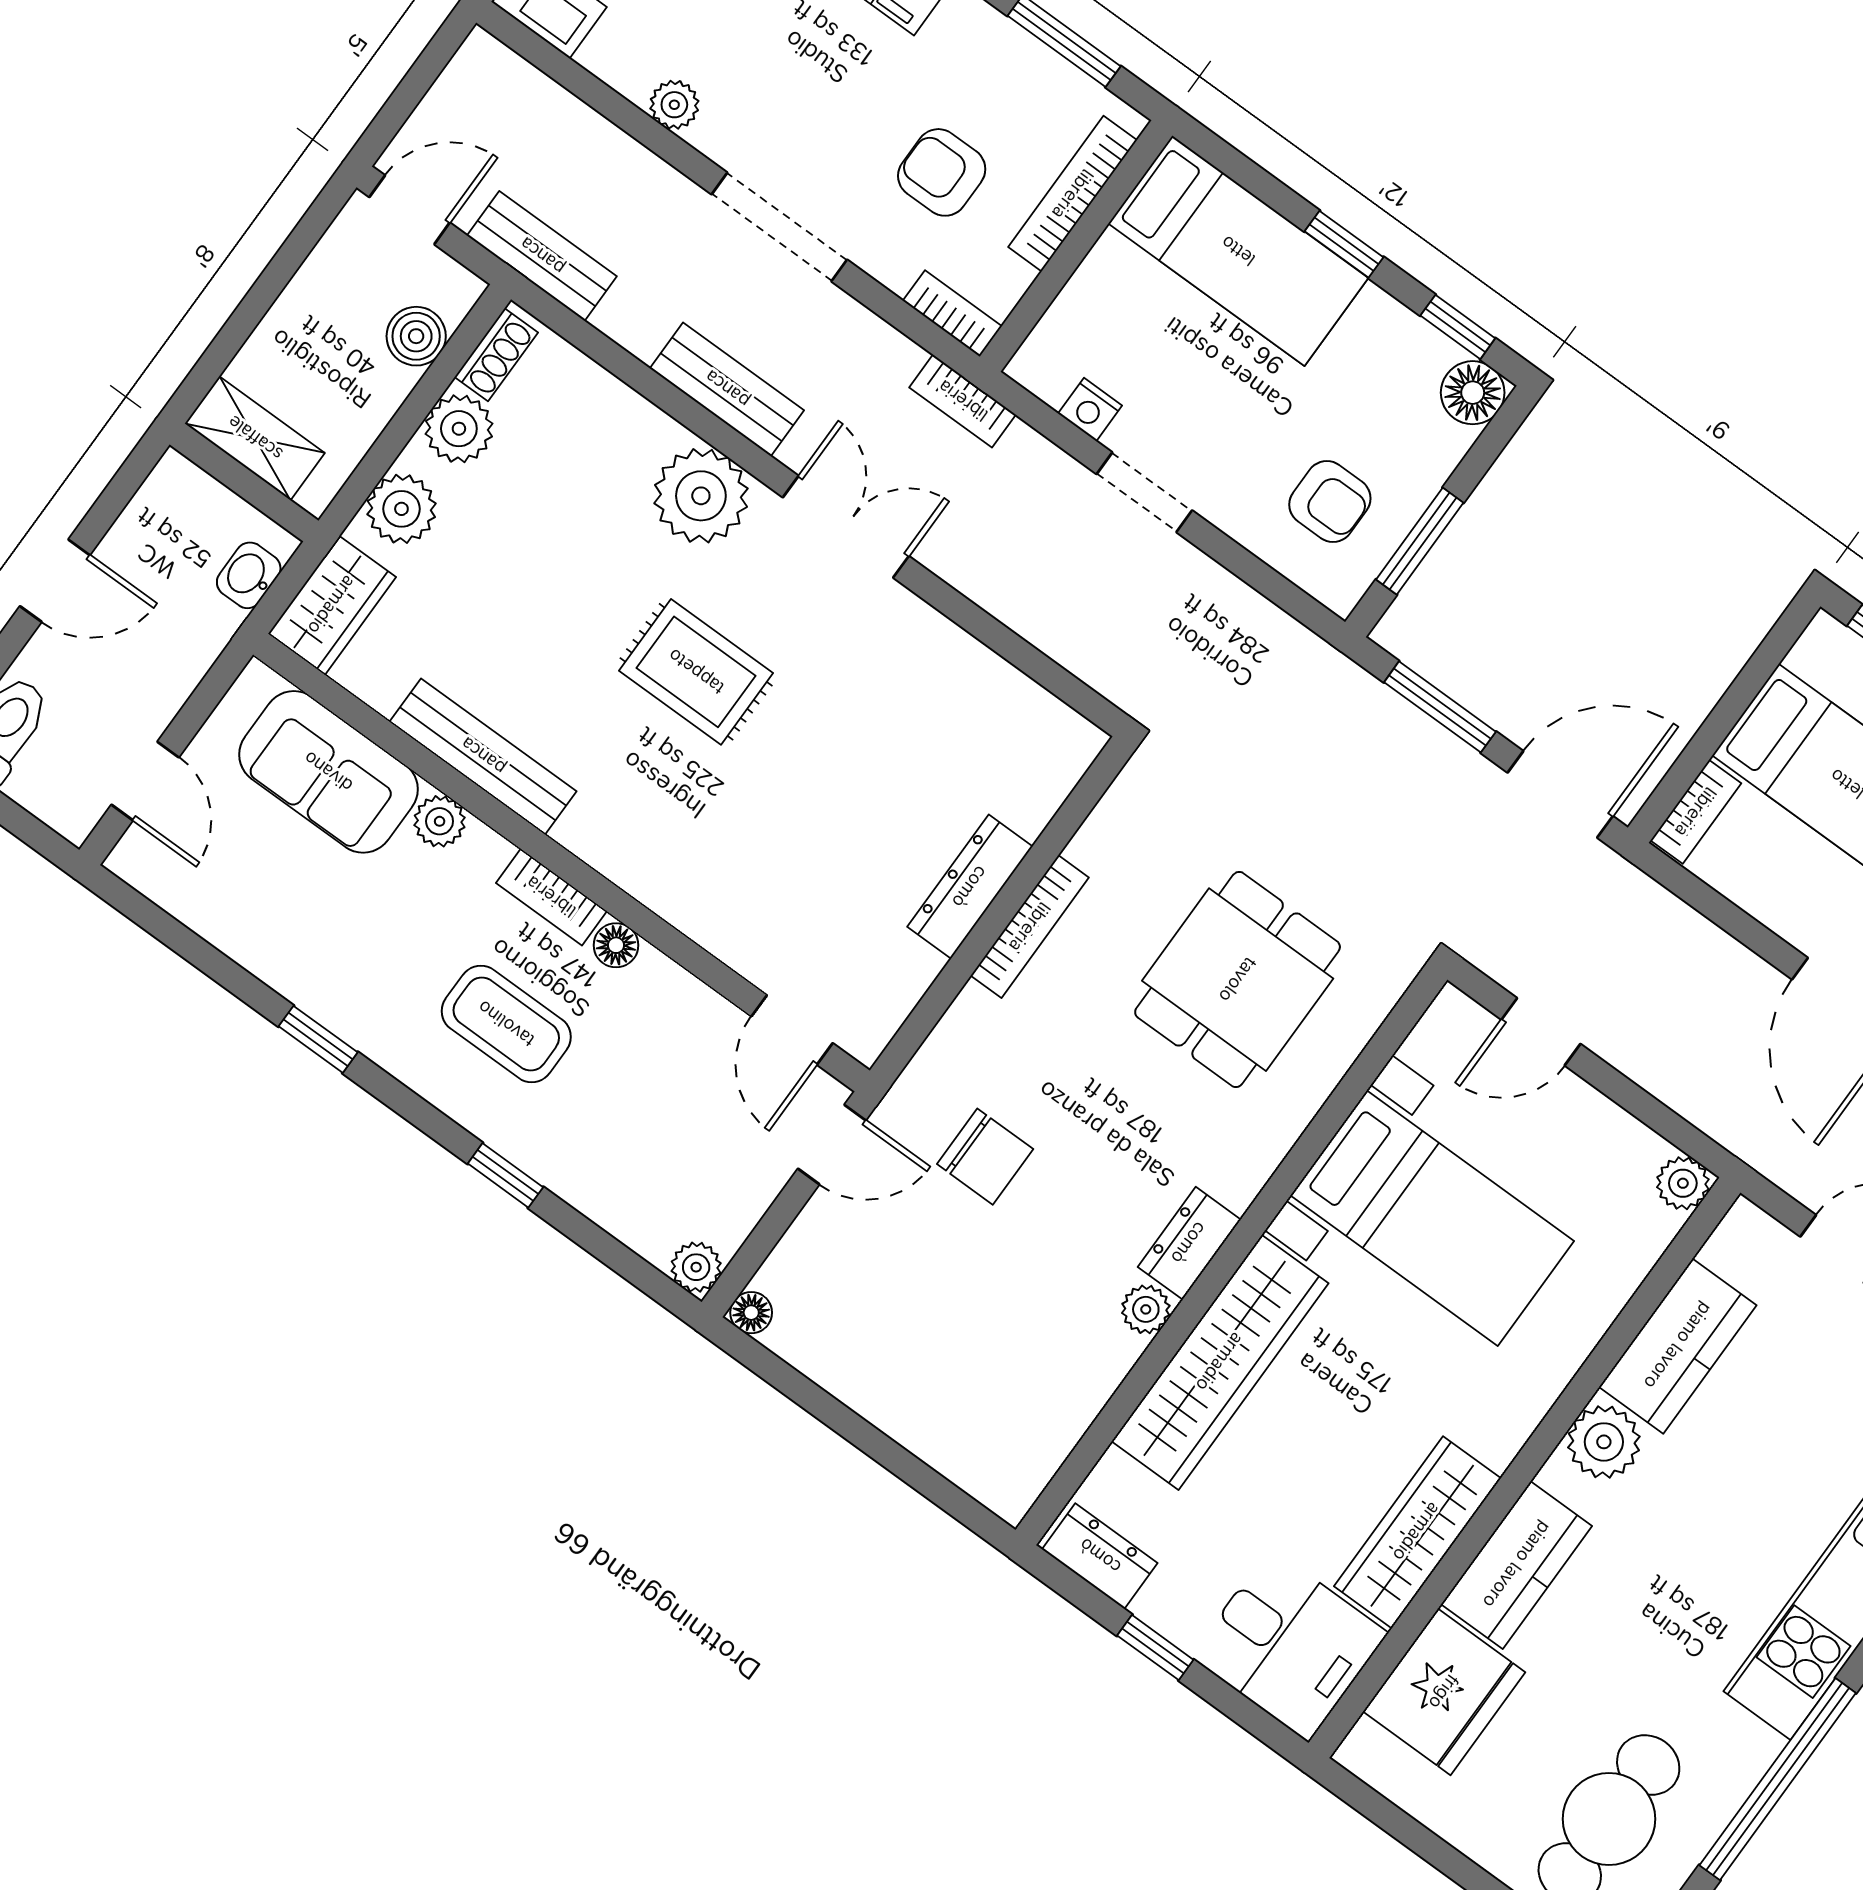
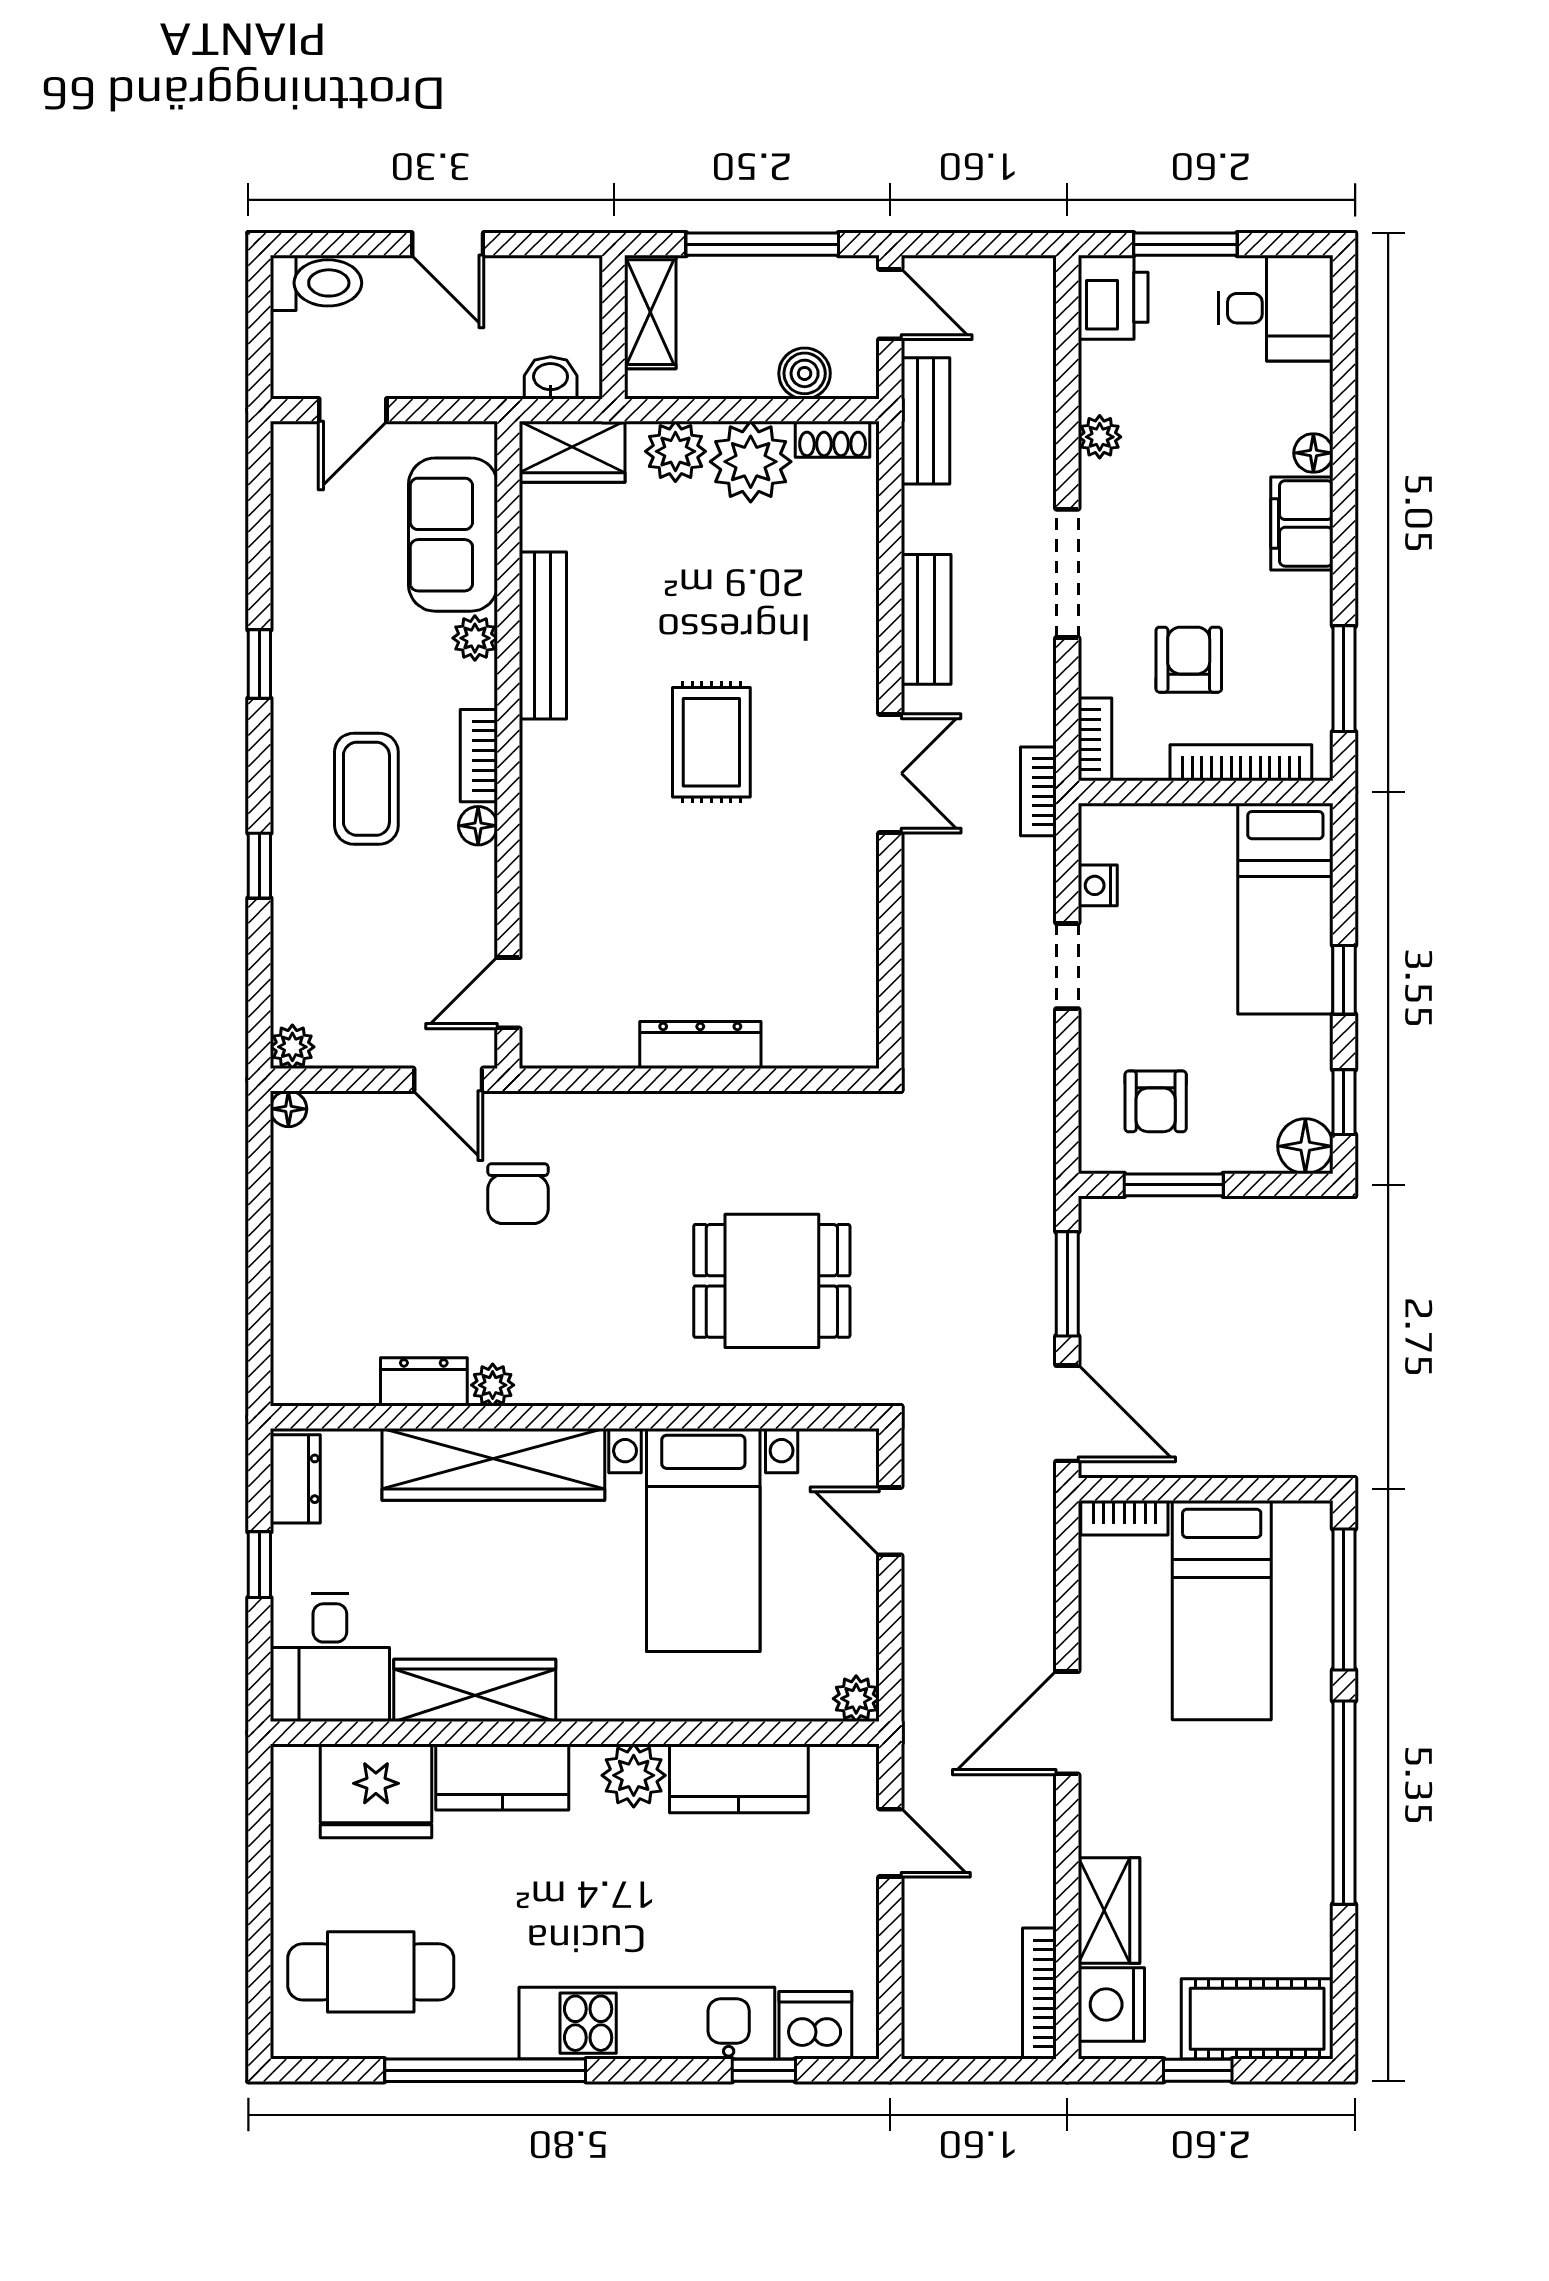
window: (267, 288) -> (762, 244), added
plant: (459, 429) -> (751, 462), width x1.36, depth x1.36
plant: (701, 496) -> (838, 656), removed
bookcase: (1030, 927) -> (703, 1107), removed
dresser: (1189, 1243) -> (424, 1382), moved

